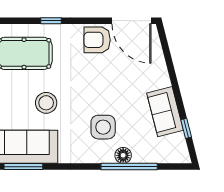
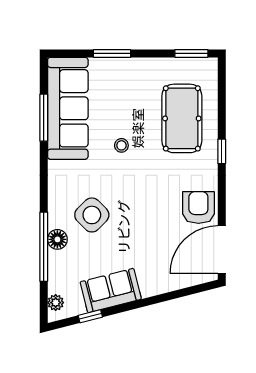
stool: (46, 103) -> (121, 145), width x0.53, depth x0.53
side table: (103, 127) -> (92, 215), turned 45
plant: (175, 157) -> (56, 303), added

